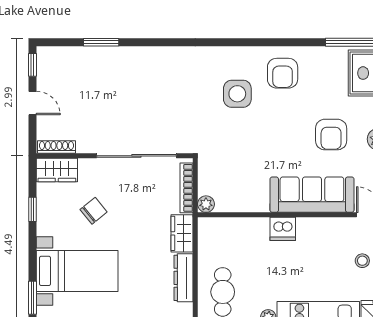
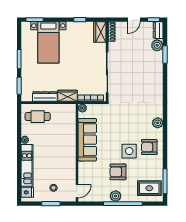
dresser: (53, 56) -> (158, 30), added
plant: (235, 57) -> (158, 123), added
plant: (83, 58) -> (157, 45), added
side table: (237, 94) -> (129, 151), moved
sofa: (312, 195) -> (87, 140), moved
chair: (94, 211) -> (79, 51), removed
dishwasher: (283, 229) -> (70, 147), removed

